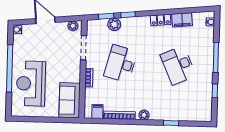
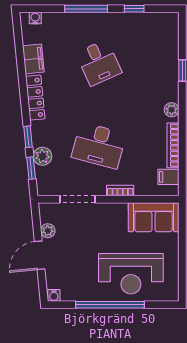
locker: (161, 20) -> (35, 98), width x1.53
plant: (73, 26) -> (48, 231), moved
desk: (178, 65) -> (99, 63), width x0.73

